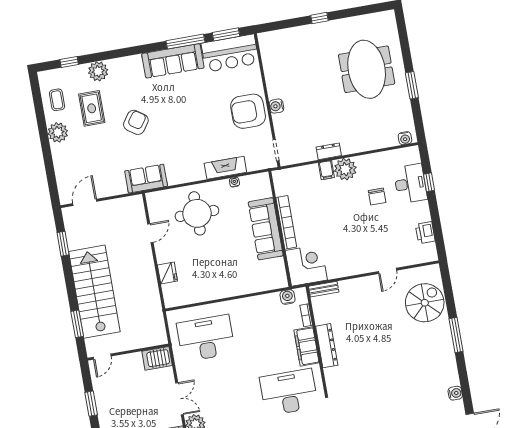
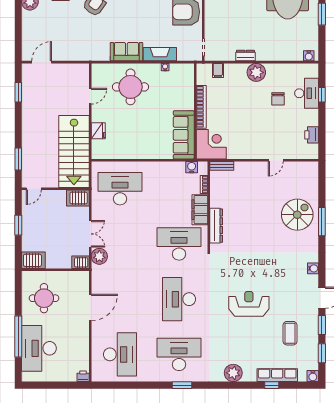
water cooler: (276, 106) -> (210, 12), removed
filing cabinet: (326, 170) -> (218, 70), moved
sofa: (146, 179) -> (126, 52), moved
sofa: (266, 229) -> (184, 135), moved
stairs: (94, 292) -> (74, 152), moved, turned 180
spiral stairs: (425, 303) -> (297, 215), moved
dresser: (327, 346) -> (216, 226), moved

